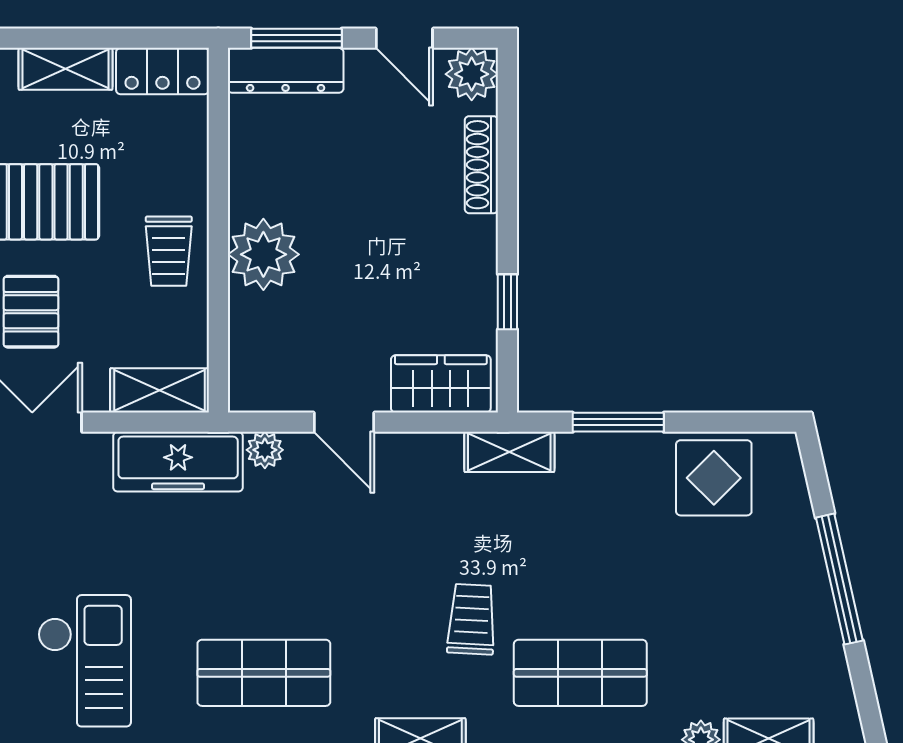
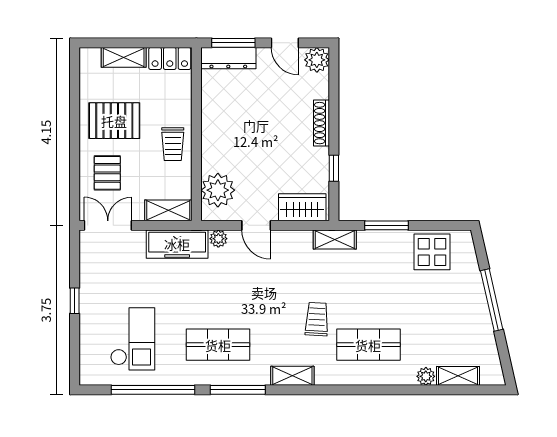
shoe rack: (481, 165) -> (321, 123), moved
plant: (263, 254) -> (218, 190), moved

